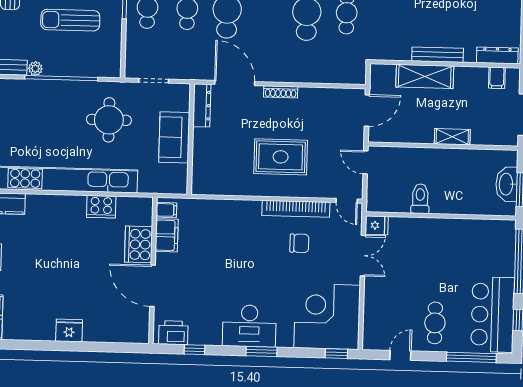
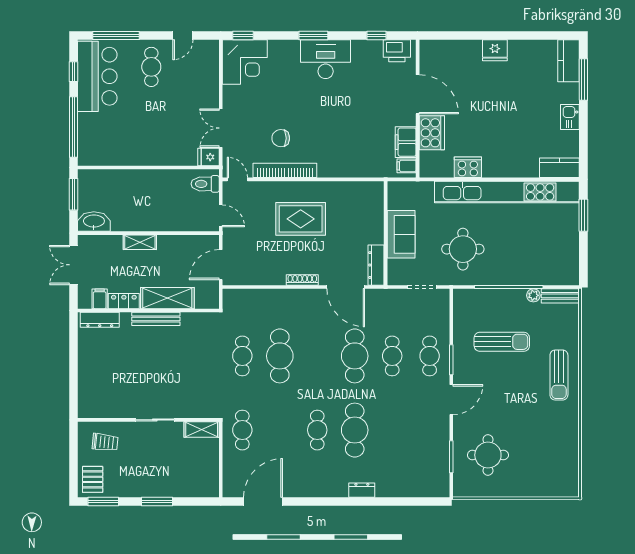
locker: (471, 75) -> (124, 301), added
washbasin: (507, 184) -> (94, 222), moved, turned -90
toilet: (420, 199) -> (205, 184), moved, turned 90
corner desk: (327, 316) -> (245, 62), width x0.74, depth x0.74

